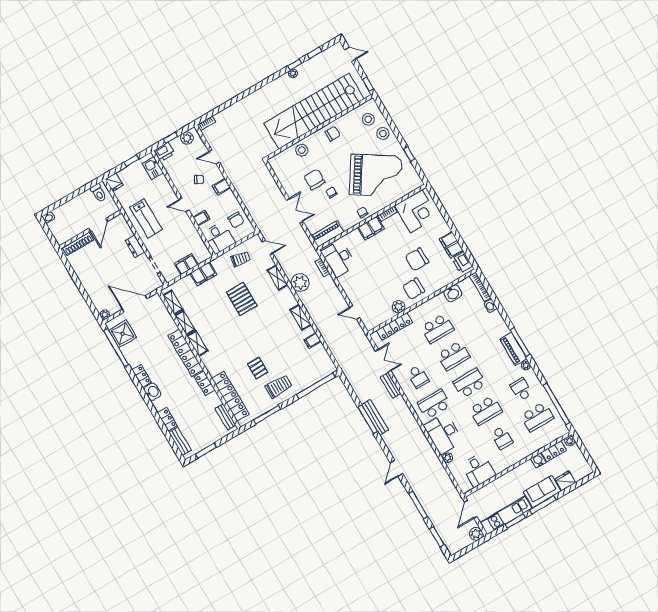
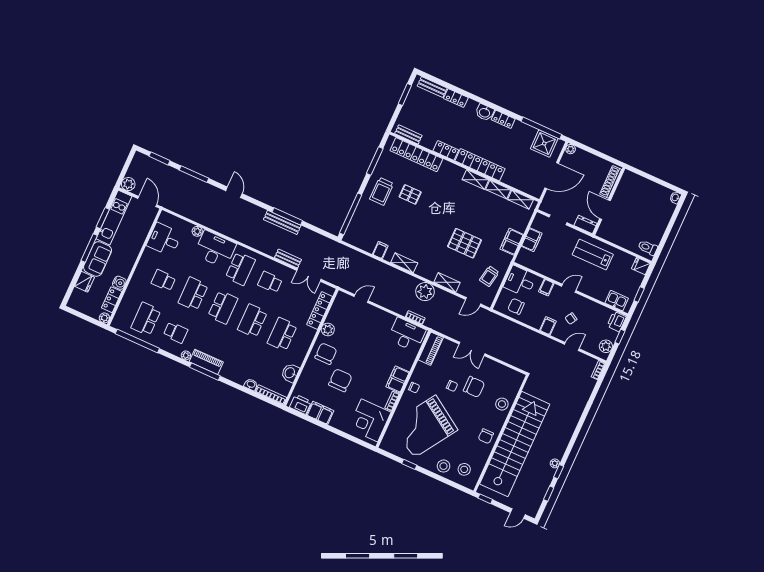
door: (98, 225) -> (605, 210), moved
wall: (90, 229) -> (609, 201), moved
shoe rack: (78, 244) -> (611, 182), moved

